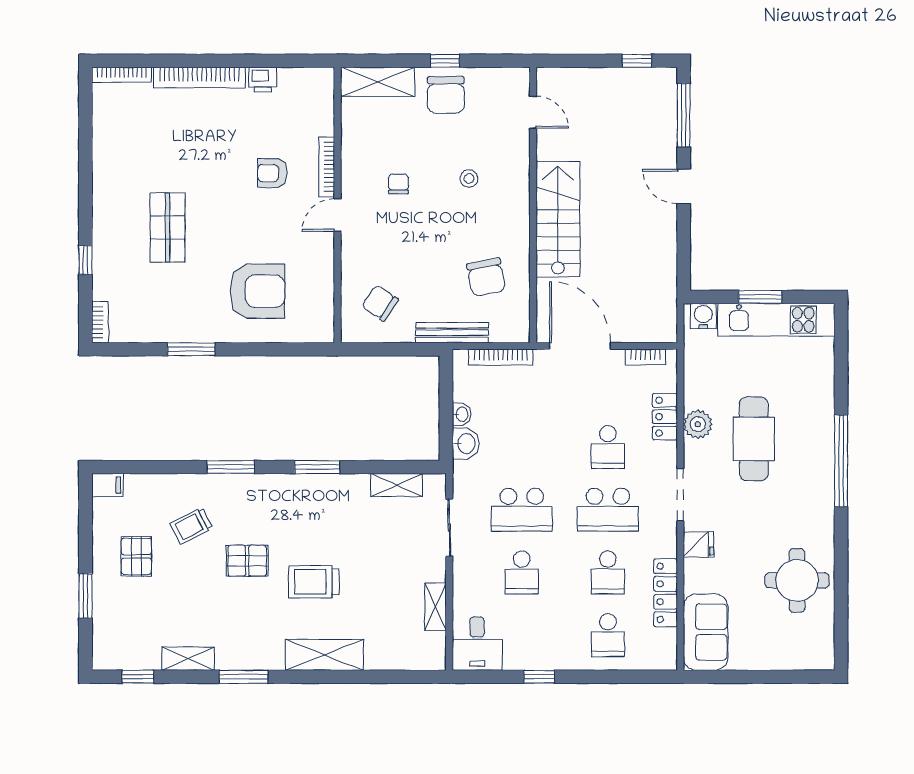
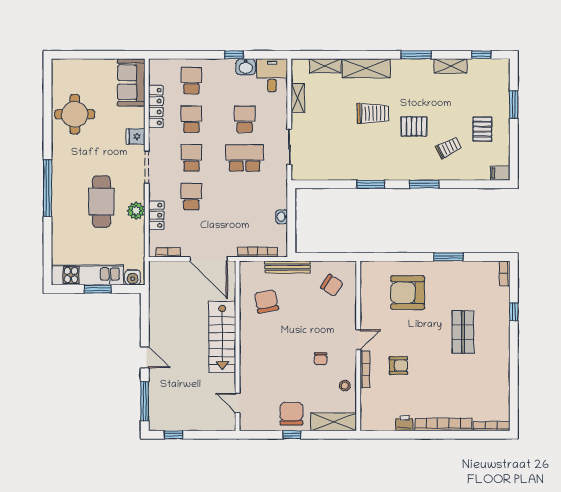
stool: (469, 179) -> (345, 386), moved
washbasin: (466, 444) -> (246, 67), moved, turned -90
shelving: (397, 485) -> (325, 66), moved
school desk: (608, 510) -> (191, 158), width x0.54

